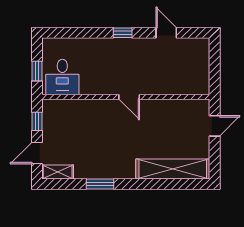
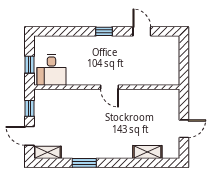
door: (215, 126) -> (184, 129), moved
door: (37, 153) -> (29, 136), hinge flipped
shelving: (173, 169) -> (147, 152), width x0.45, depth x0.75

